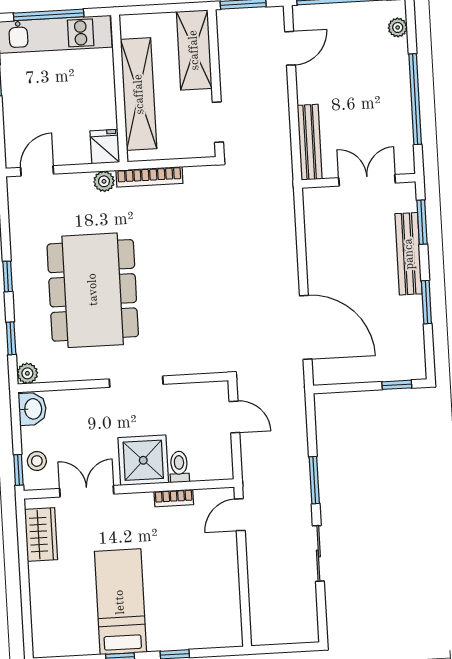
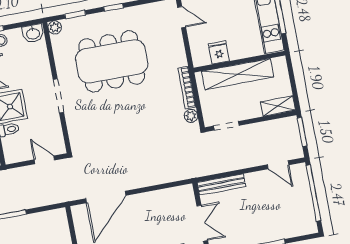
plant: (398, 27) -> (300, 230), removed
shelving: (194, 50) -> (278, 106), width x0.67, depth x0.75
fridge: (105, 147) -> (219, 52), moved, turned -90
plant: (104, 181) -> (191, 116), moved
door: (234, 417) -> (44, 160), swing flipped

